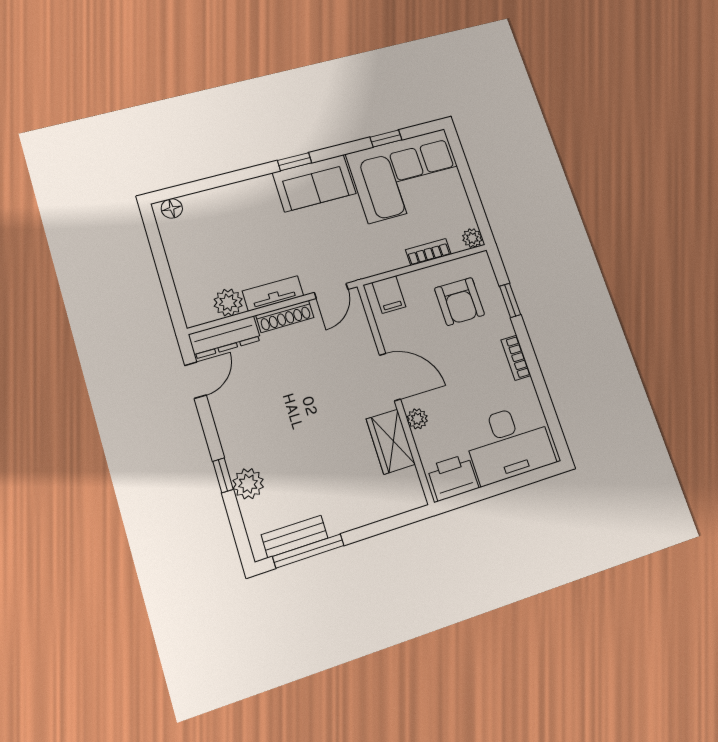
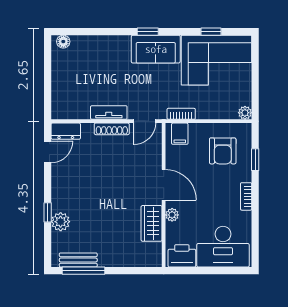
bookcase: (428, 252) -> (181, 114), moved
plant: (228, 303) -> (80, 110), removed
dresser: (225, 337) -> (66, 131), width x0.70

